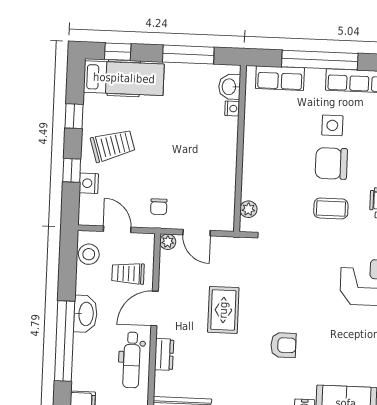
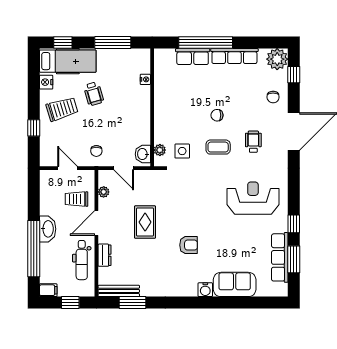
row of seats: (280, 78) -> (193, 56), moved
washbasin: (230, 87) -> (143, 154), moved
window: (74, 116) -> (34, 89), removed
side table: (332, 125) -> (182, 151), moved
wheelchair: (158, 126) -> (94, 94), added
chair: (331, 163) -> (217, 115), width x0.54, depth x0.54
nightstand: (89, 183) -> (46, 82), moved
plant: (168, 242) -> (104, 192), moved
stool: (89, 254) -> (48, 187), removed

